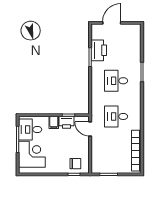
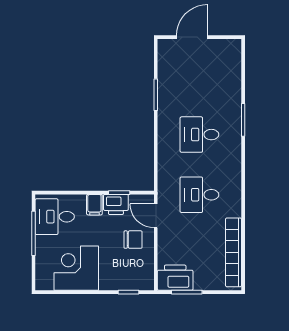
printer: (99, 50) -> (175, 278), moved, turned -90
corner desk: (32, 154) -> (76, 268), moved, turned -90
chair: (75, 164) -> (133, 240), moved

